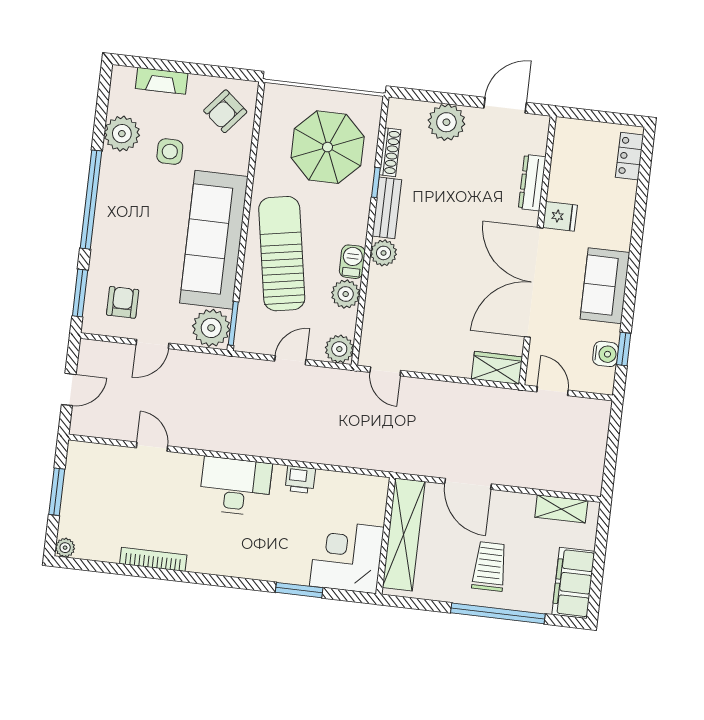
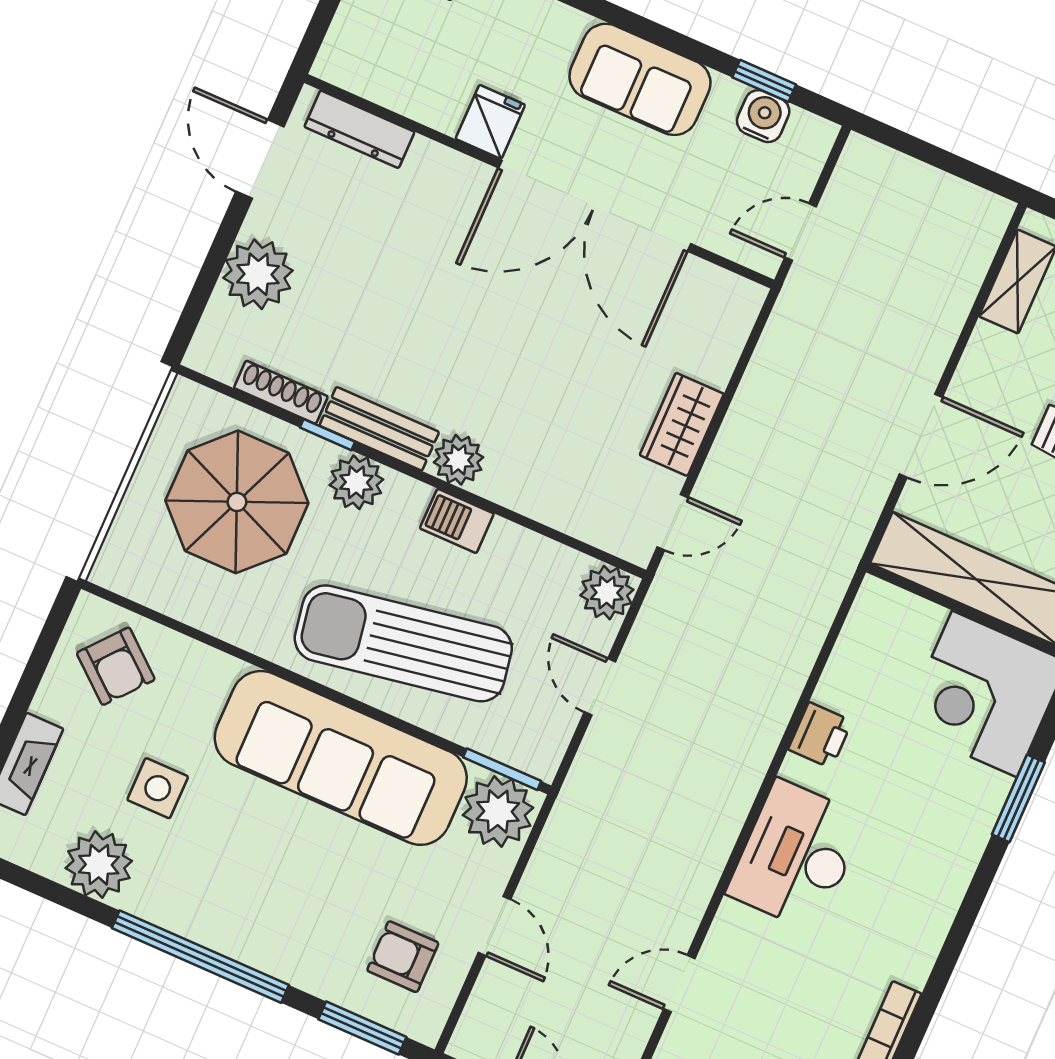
dresser: (532, 183) -> (359, 129), moved
plant: (346, 294) -> (356, 482), moved
wardrobe: (497, 368) -> (682, 424), moved

